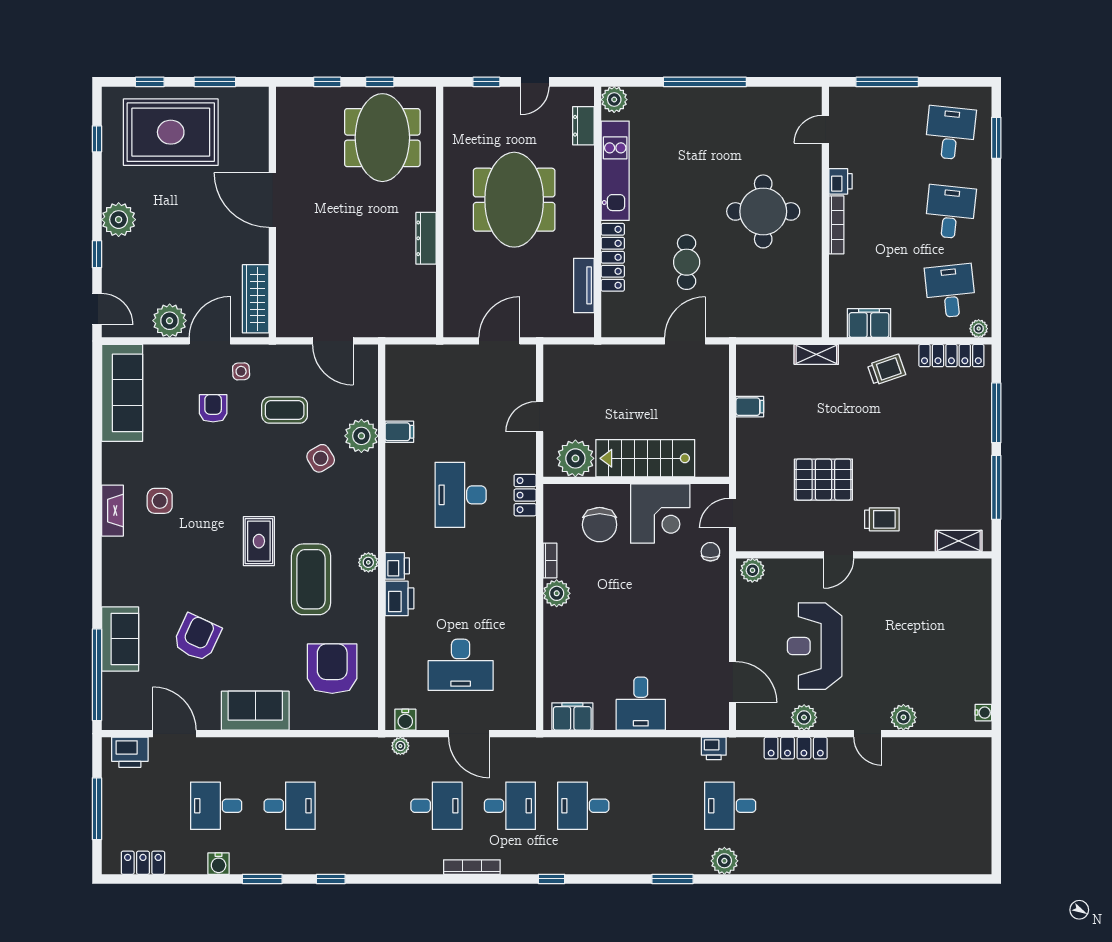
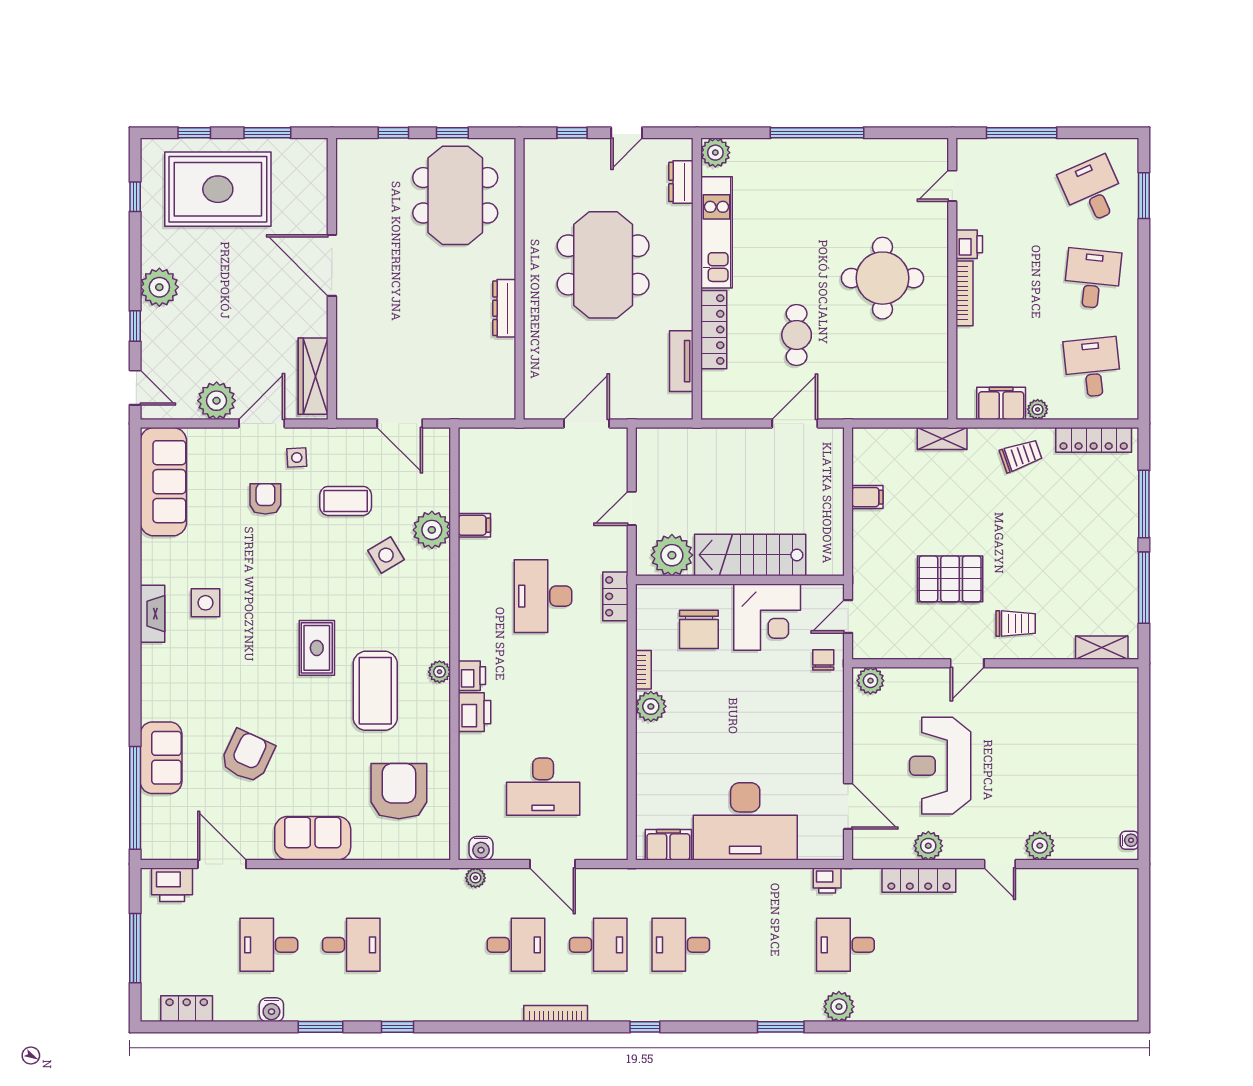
desk: (950, 133) -> (1092, 190), turned -30
plant: (979, 329) -> (1038, 409), moved
desk: (641, 704) -> (745, 821), width x1.87, depth x1.30

